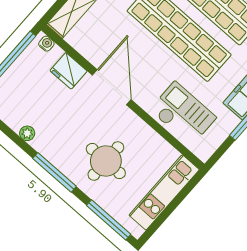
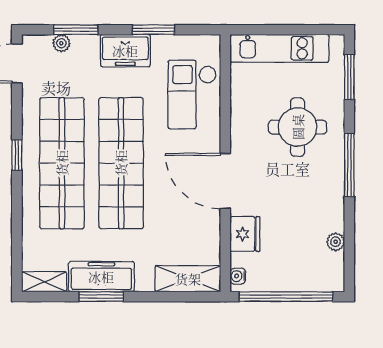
door: (112, 87) -> (225, 181), hinge flipped
plant: (27, 133) -> (336, 242), moved
window: (109, 220) -> (349, 77), width x0.69

